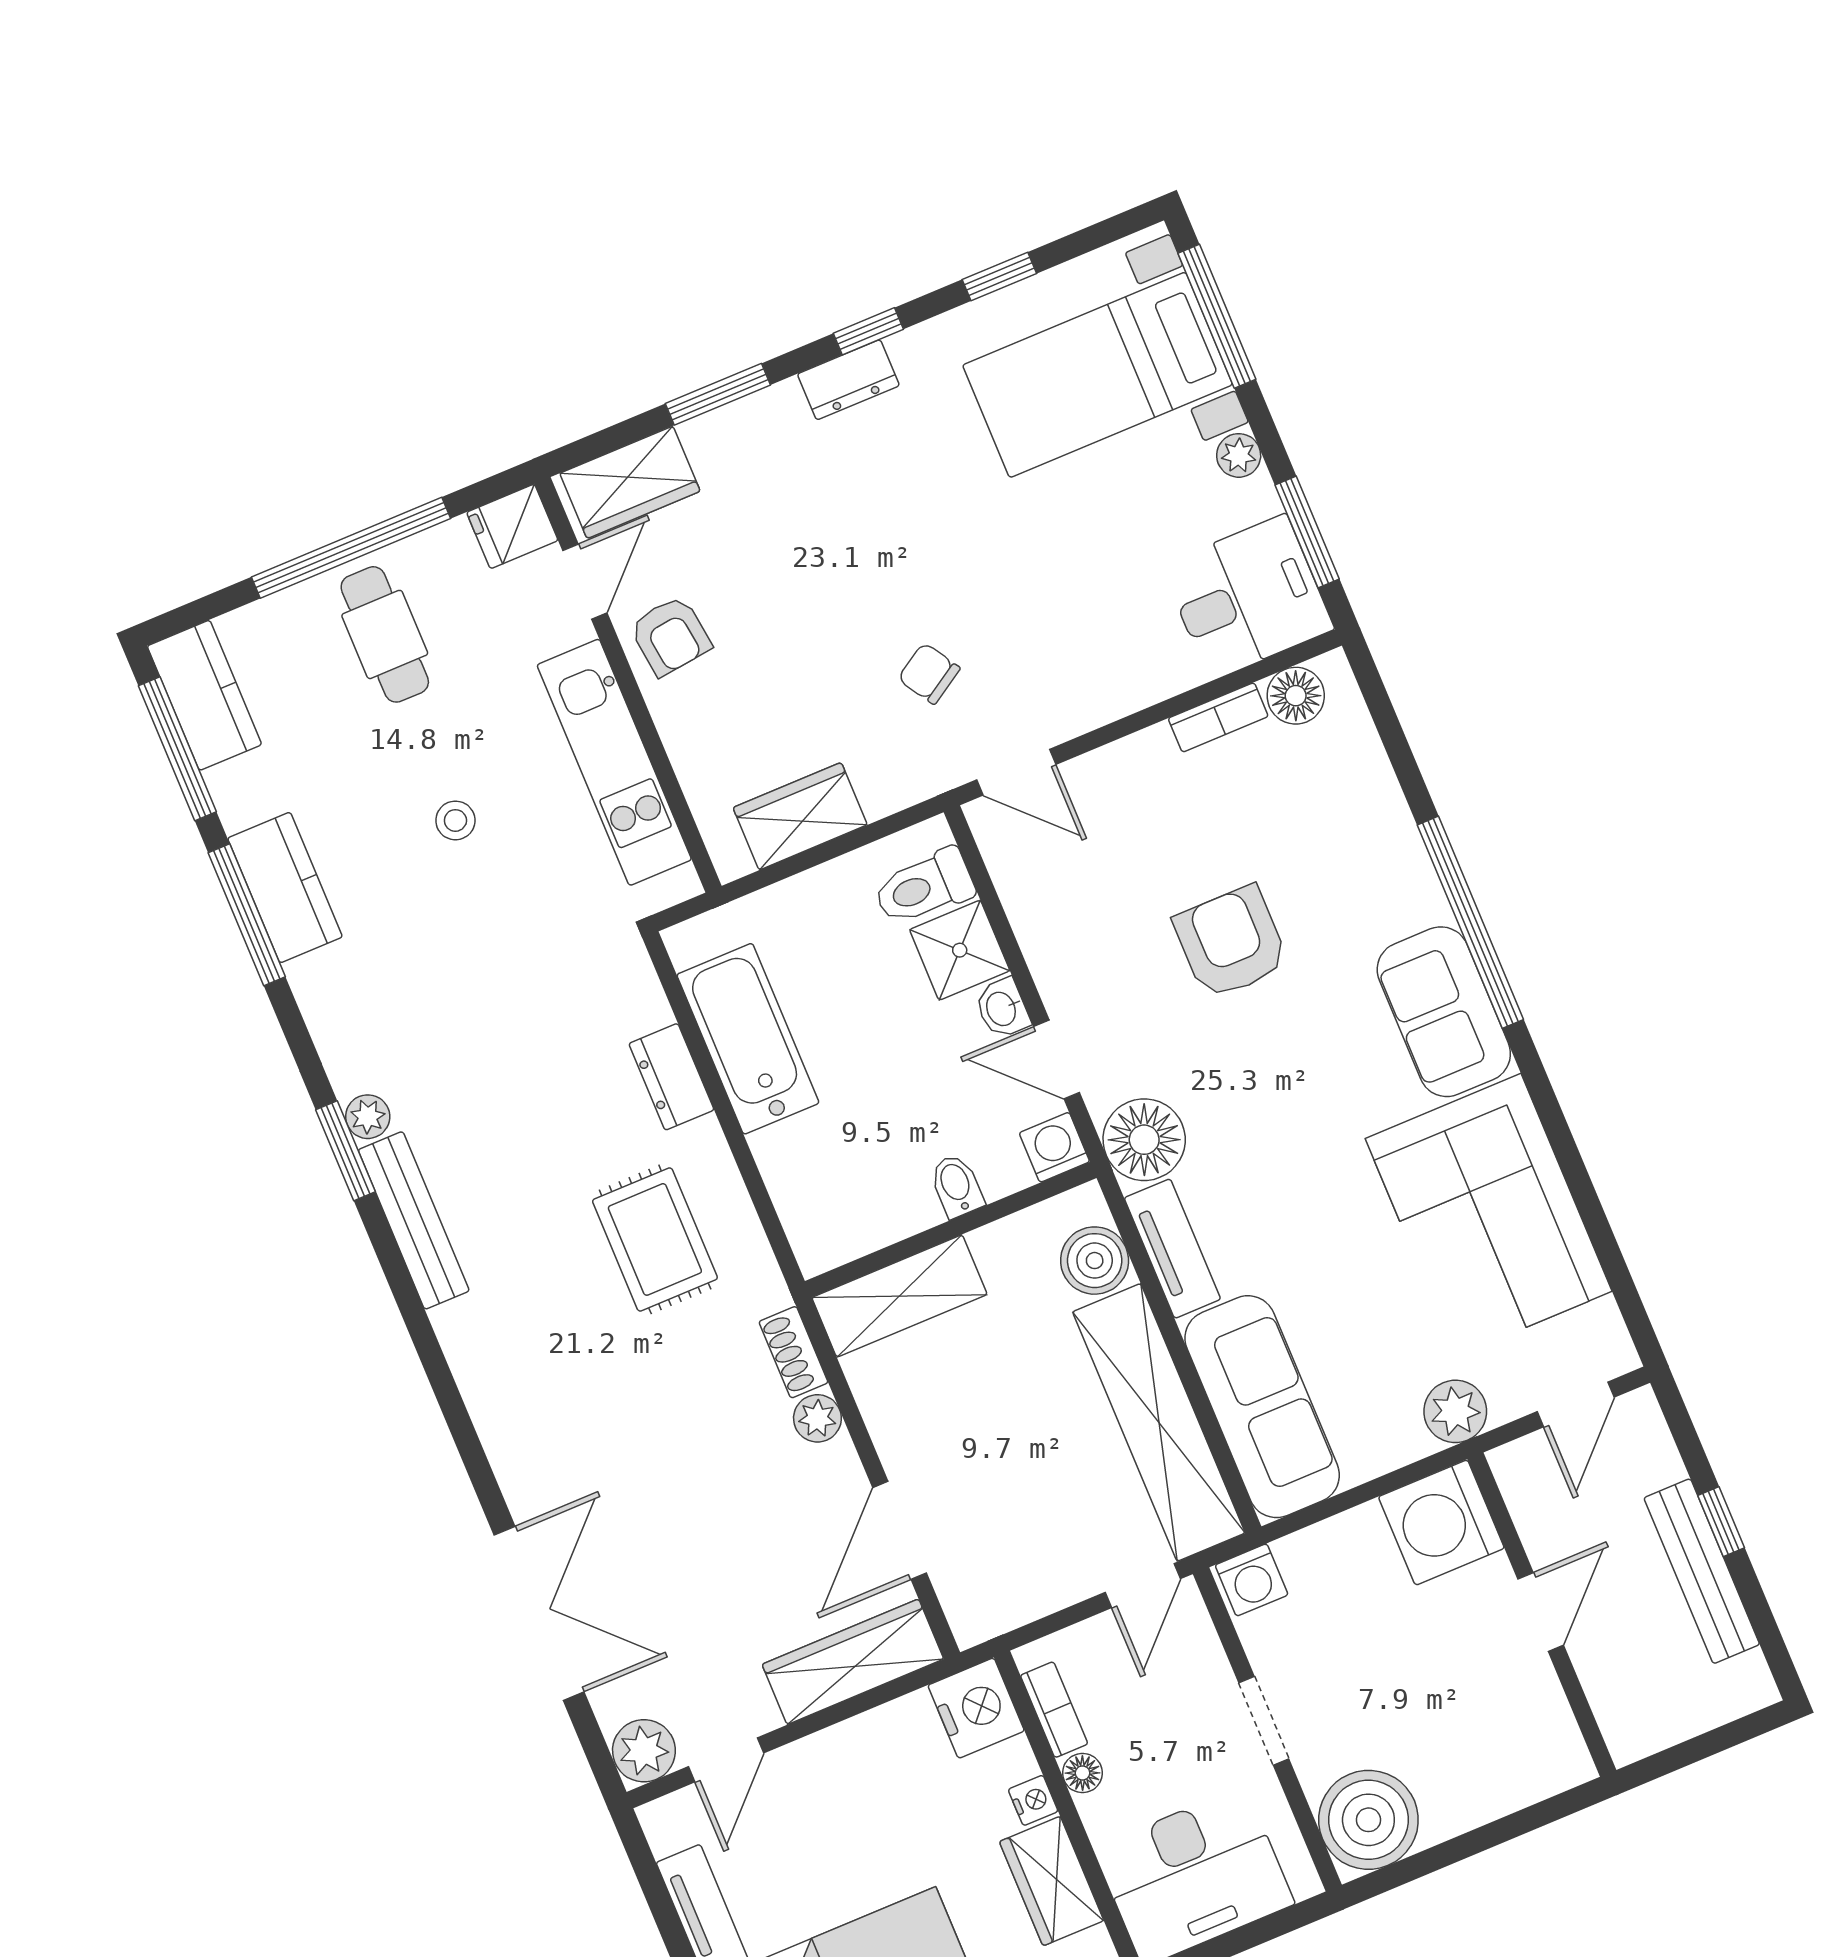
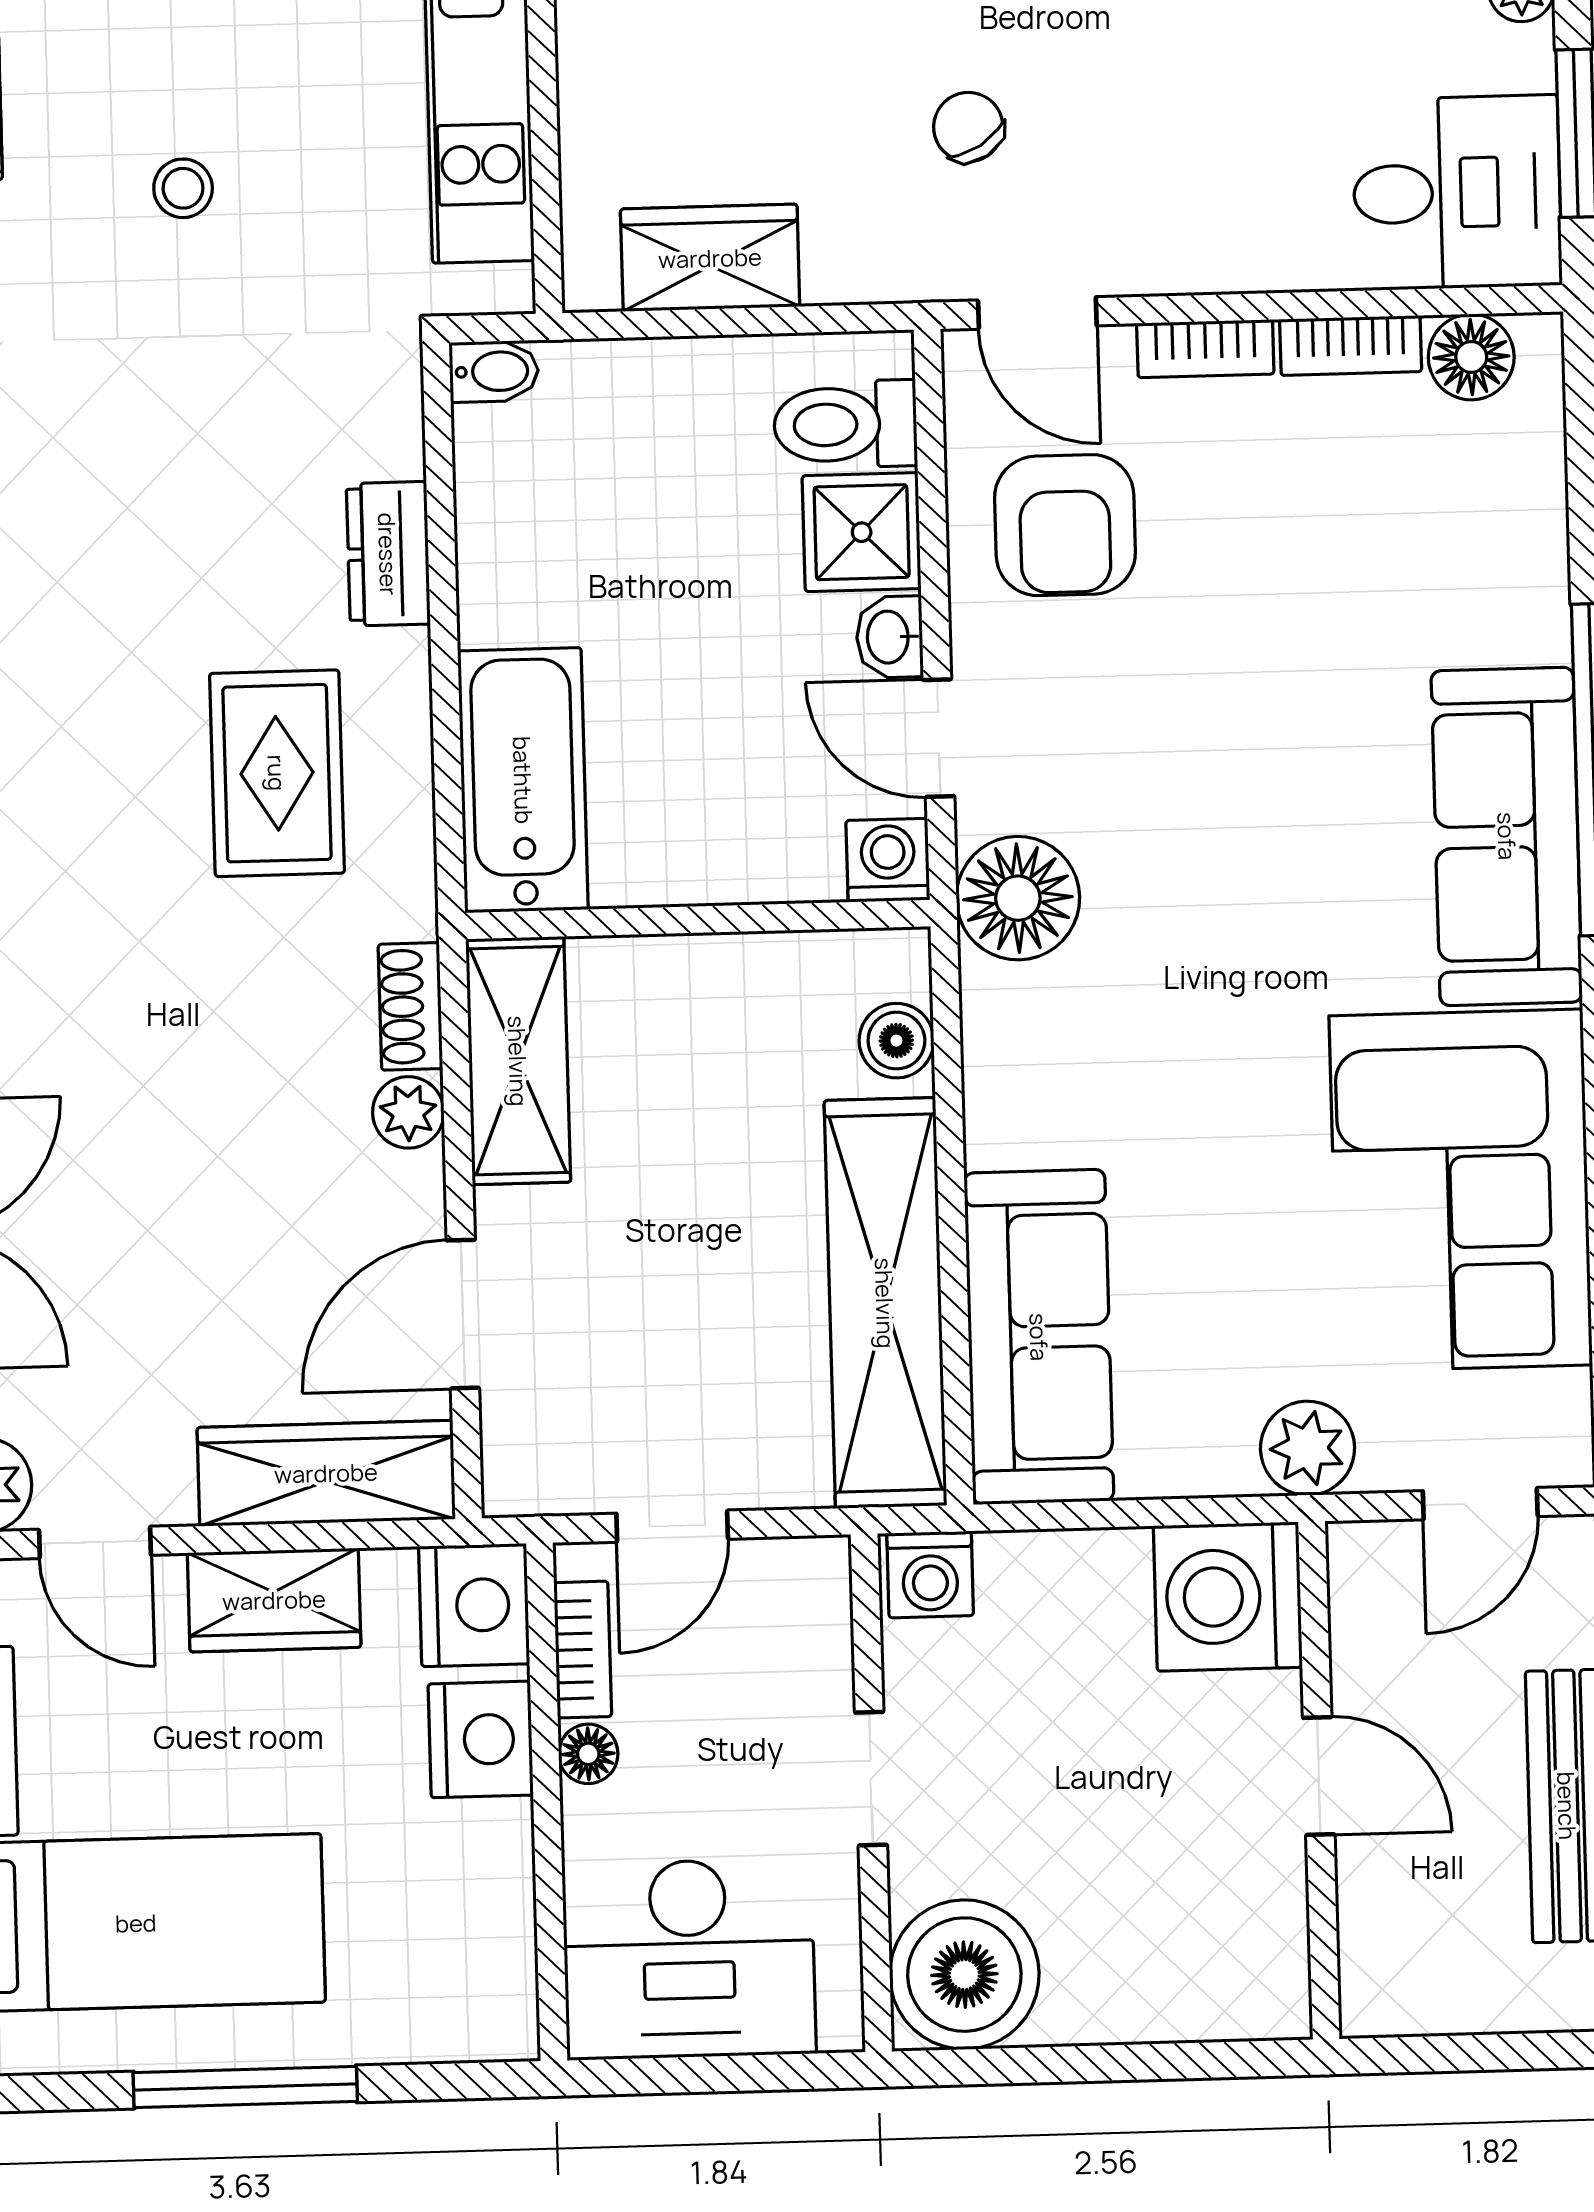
bookcase: (1129, 754) -> (1205, 349), added
stool: (455, 820) -> (183, 188), moved
armchair: (1231, 942) -> (1065, 525), moved, turned 180
sofa: (1444, 1012) -> (1507, 836), width x1.36
bathtub: (748, 1039) -> (523, 780), moved
bidet: (957, 1186) -> (494, 371), moved, turned 90
tv unit: (1172, 1249) -> (999, 1066), removed
boiler: (1095, 1261) -> (896, 1041), width x0.73, depth x0.73
shelving: (899, 1296) -> (518, 1061), moved, turned 90
door: (1143, 1586) -> (672, 1526), moved
door: (1541, 1612) -> (1319, 1776), hinge flipped
door: (726, 1760) -> (95, 1542), hinge flipped
nightstand: (1033, 1800) -> (481, 1739), width x1.89, depth x1.79
wardrobe: (1052, 1881) -> (274, 1600), moved, turned -90

